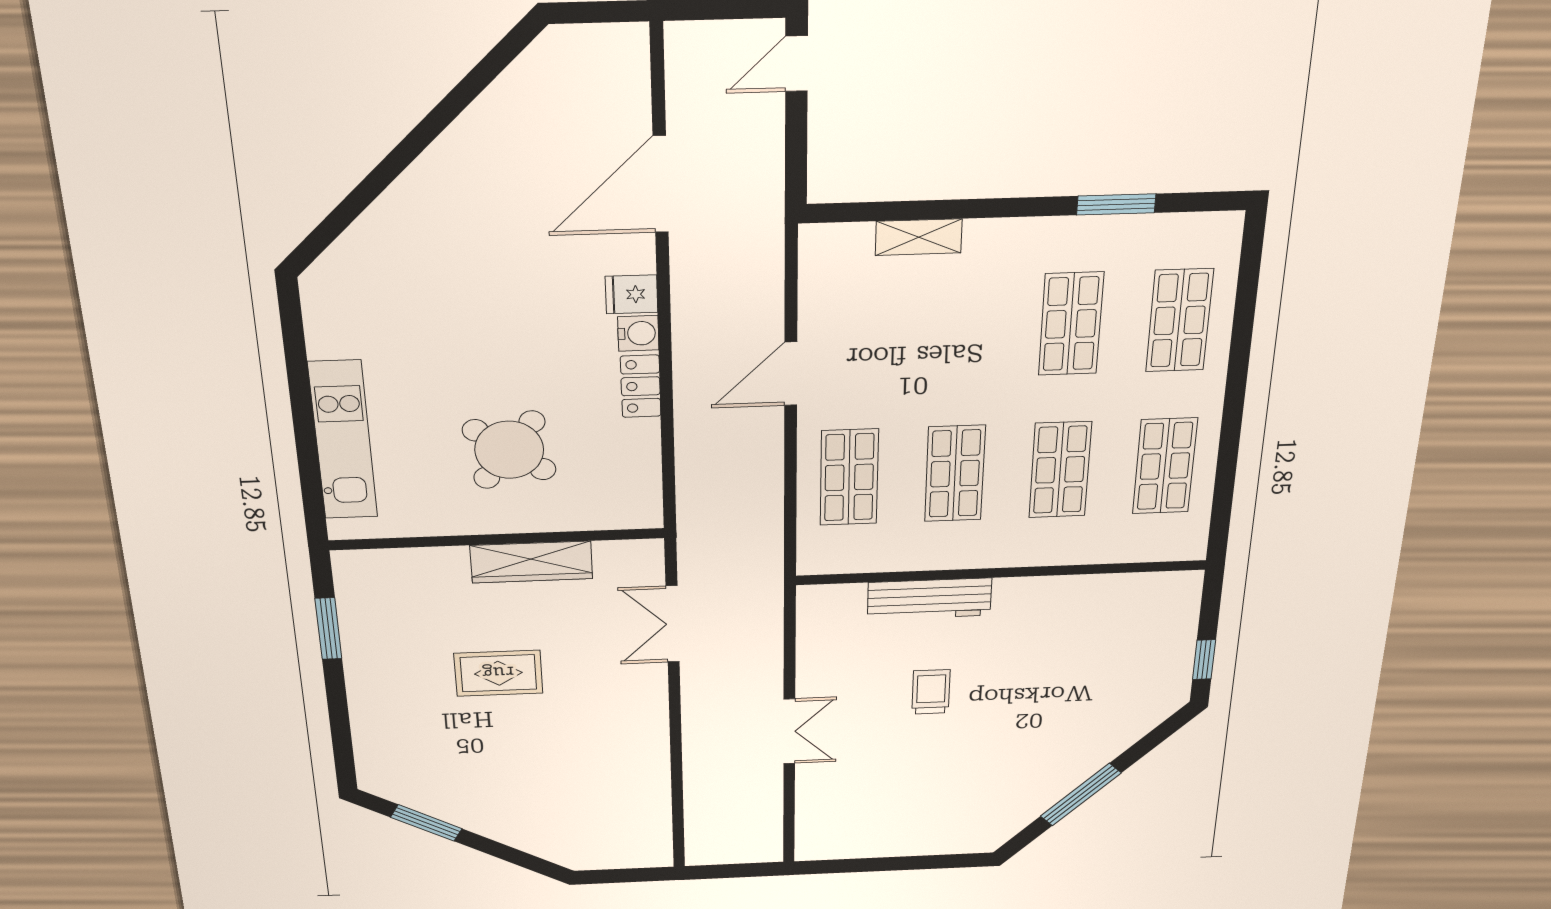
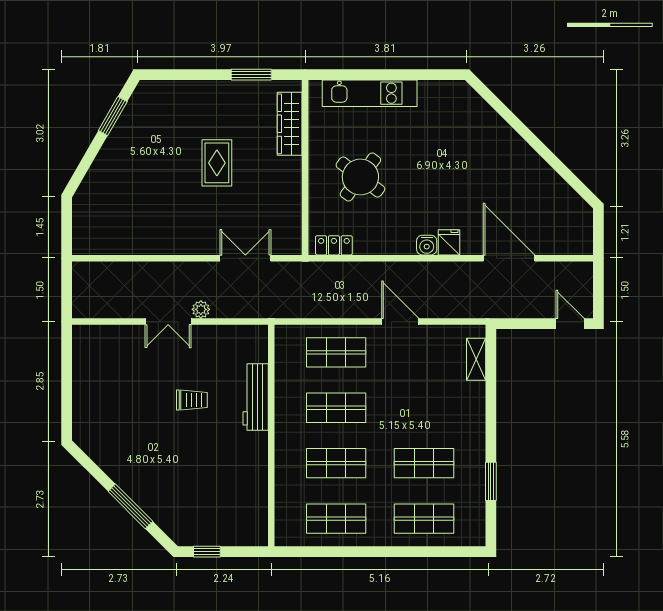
shelving: (919, 237) -> (476, 359), moved
locker: (641, 386) -> (334, 245), moved
wardrobe: (531, 562) -> (290, 124), moved
plant: (768, 686) -> (201, 309), added
window: (1081, 795) -> (130, 506), moved

